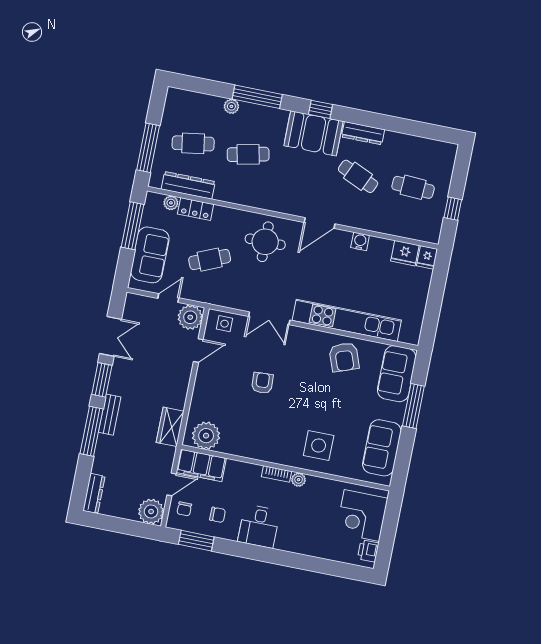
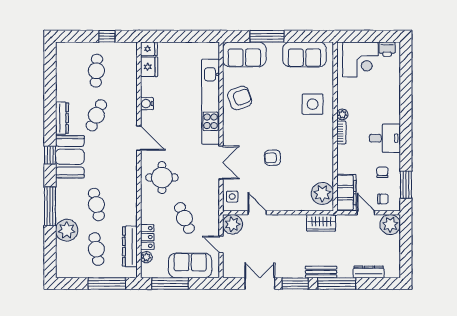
plant: (231, 106) -> (67, 230), width x1.87, depth x1.87
dresser: (94, 493) -> (369, 272), moved

